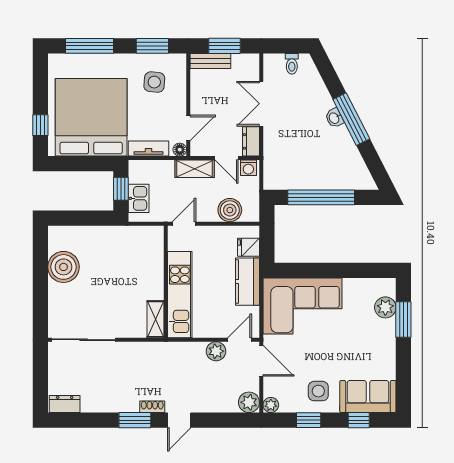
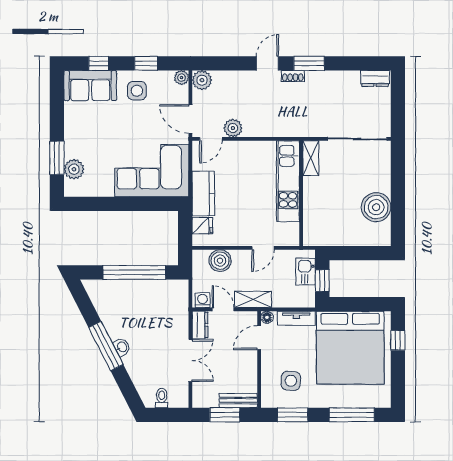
wall: (166, 282) -> (301, 193), moved
kitchen unit: (180, 295) -> (288, 181), moved
shelving: (155, 319) -> (311, 158), moved

